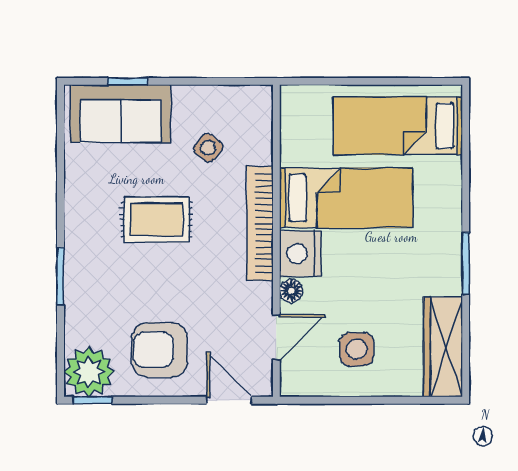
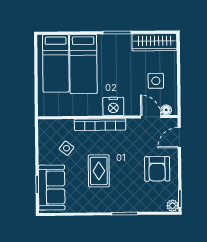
bed: (346, 198) -> (83, 64), moved, turned 180
floor lamp: (291, 291) -> (166, 110), moved
plant: (89, 372) -> (172, 206), width x0.53, depth x0.53

